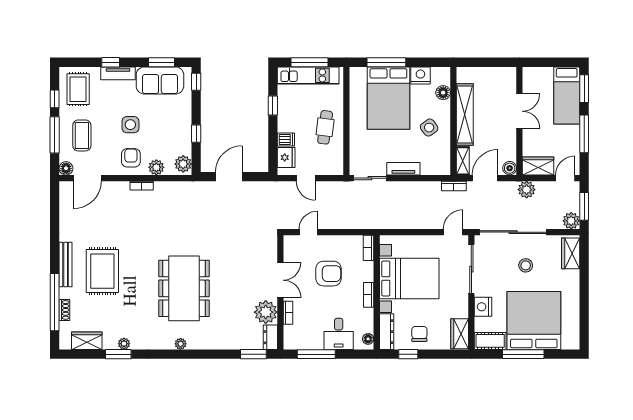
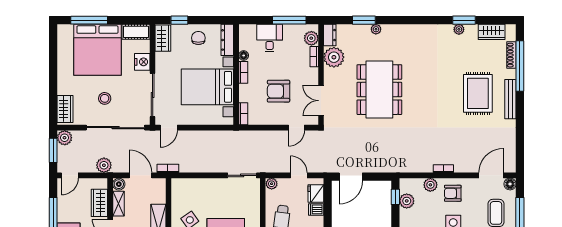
window: (196, 134) -> (395, 197), moved
armchair: (131, 158) -> (453, 193), turned 90
shelving: (463, 161) -> (118, 204), moved
plant: (183, 164) -> (407, 201), moved
wardrobe: (538, 166) -> (99, 203), moved, turned 90
plant: (336, 169) -> (272, 184), added
tv unit: (403, 169) -> (212, 184), removed
door: (229, 177) -> (351, 177), moved
door: (485, 178) -> (140, 175), swing flipped
double door: (280, 280) -> (321, 101), moved
dining table: (184, 288) -> (379, 90), moved
shoe rack: (64, 310) -> (511, 55), width x1.43
plant: (291, 334) -> (311, 38), added
chair: (419, 334) -> (198, 38), turned 180
floor lamp: (368, 339) -> (244, 55), moved
plant: (181, 344) -> (376, 29), moved
window: (253, 354) -> (364, 20), moved
window: (408, 354) -> (179, 20), moved
window: (523, 354) -> (89, 20), moved

